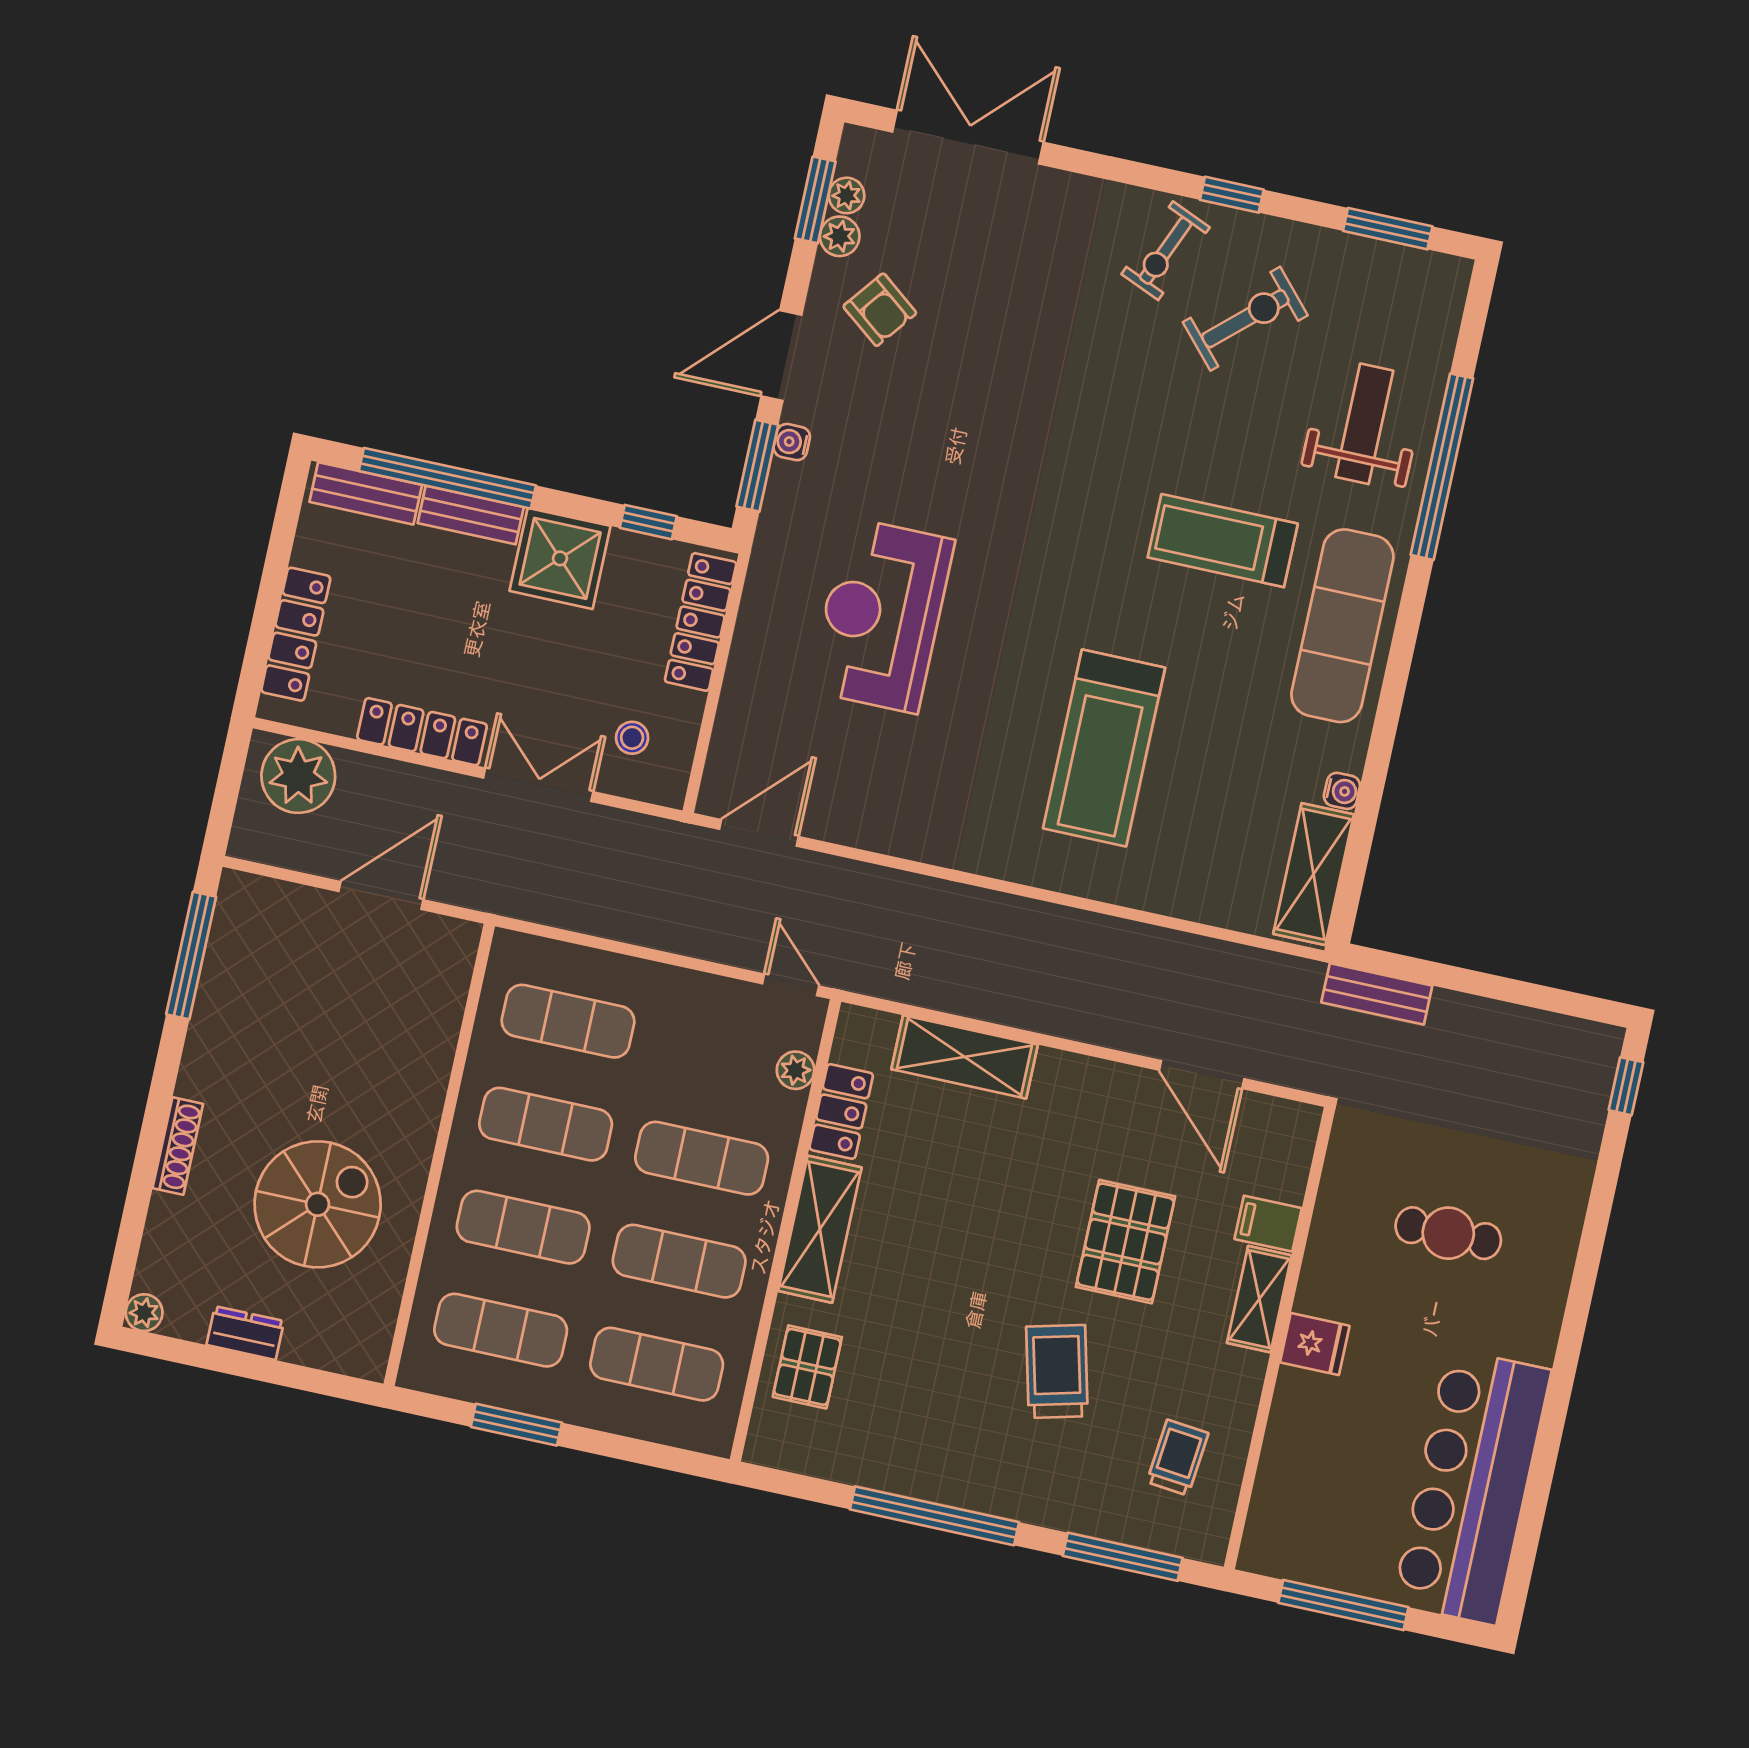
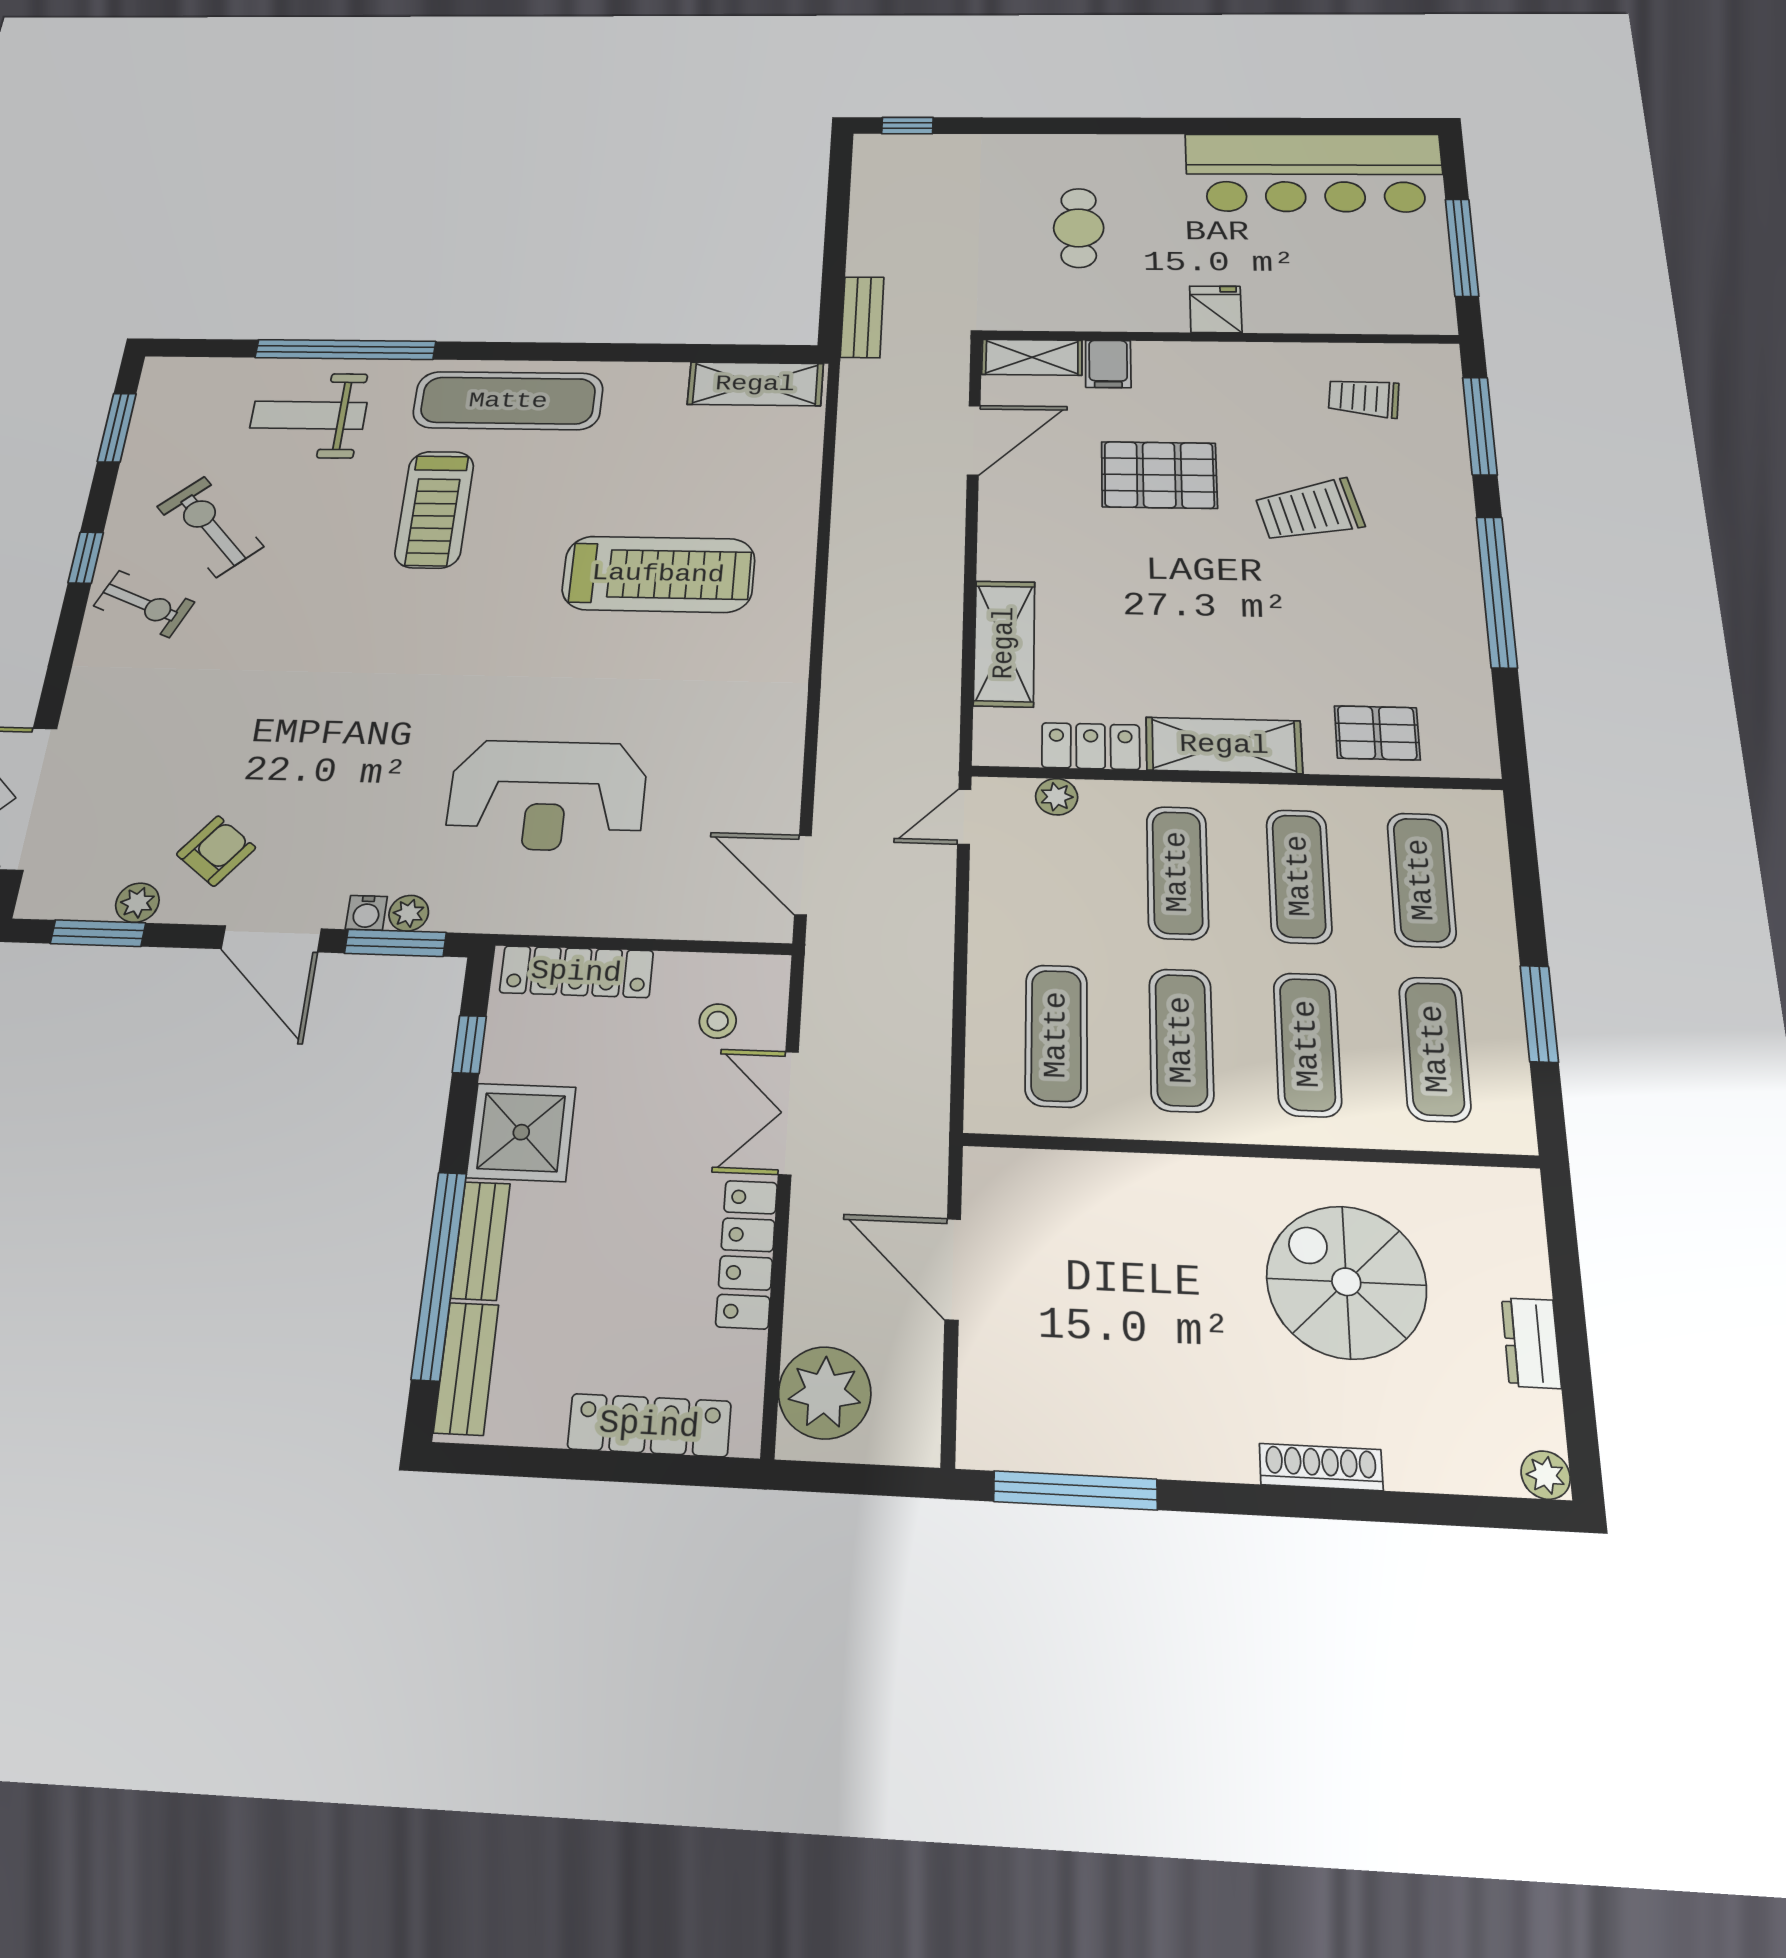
plant: (847, 195) -> (409, 913), moved
water cooler: (1342, 791) -> (670, 375), removed
shelving: (1259, 1299) -> (1032, 357), moved

